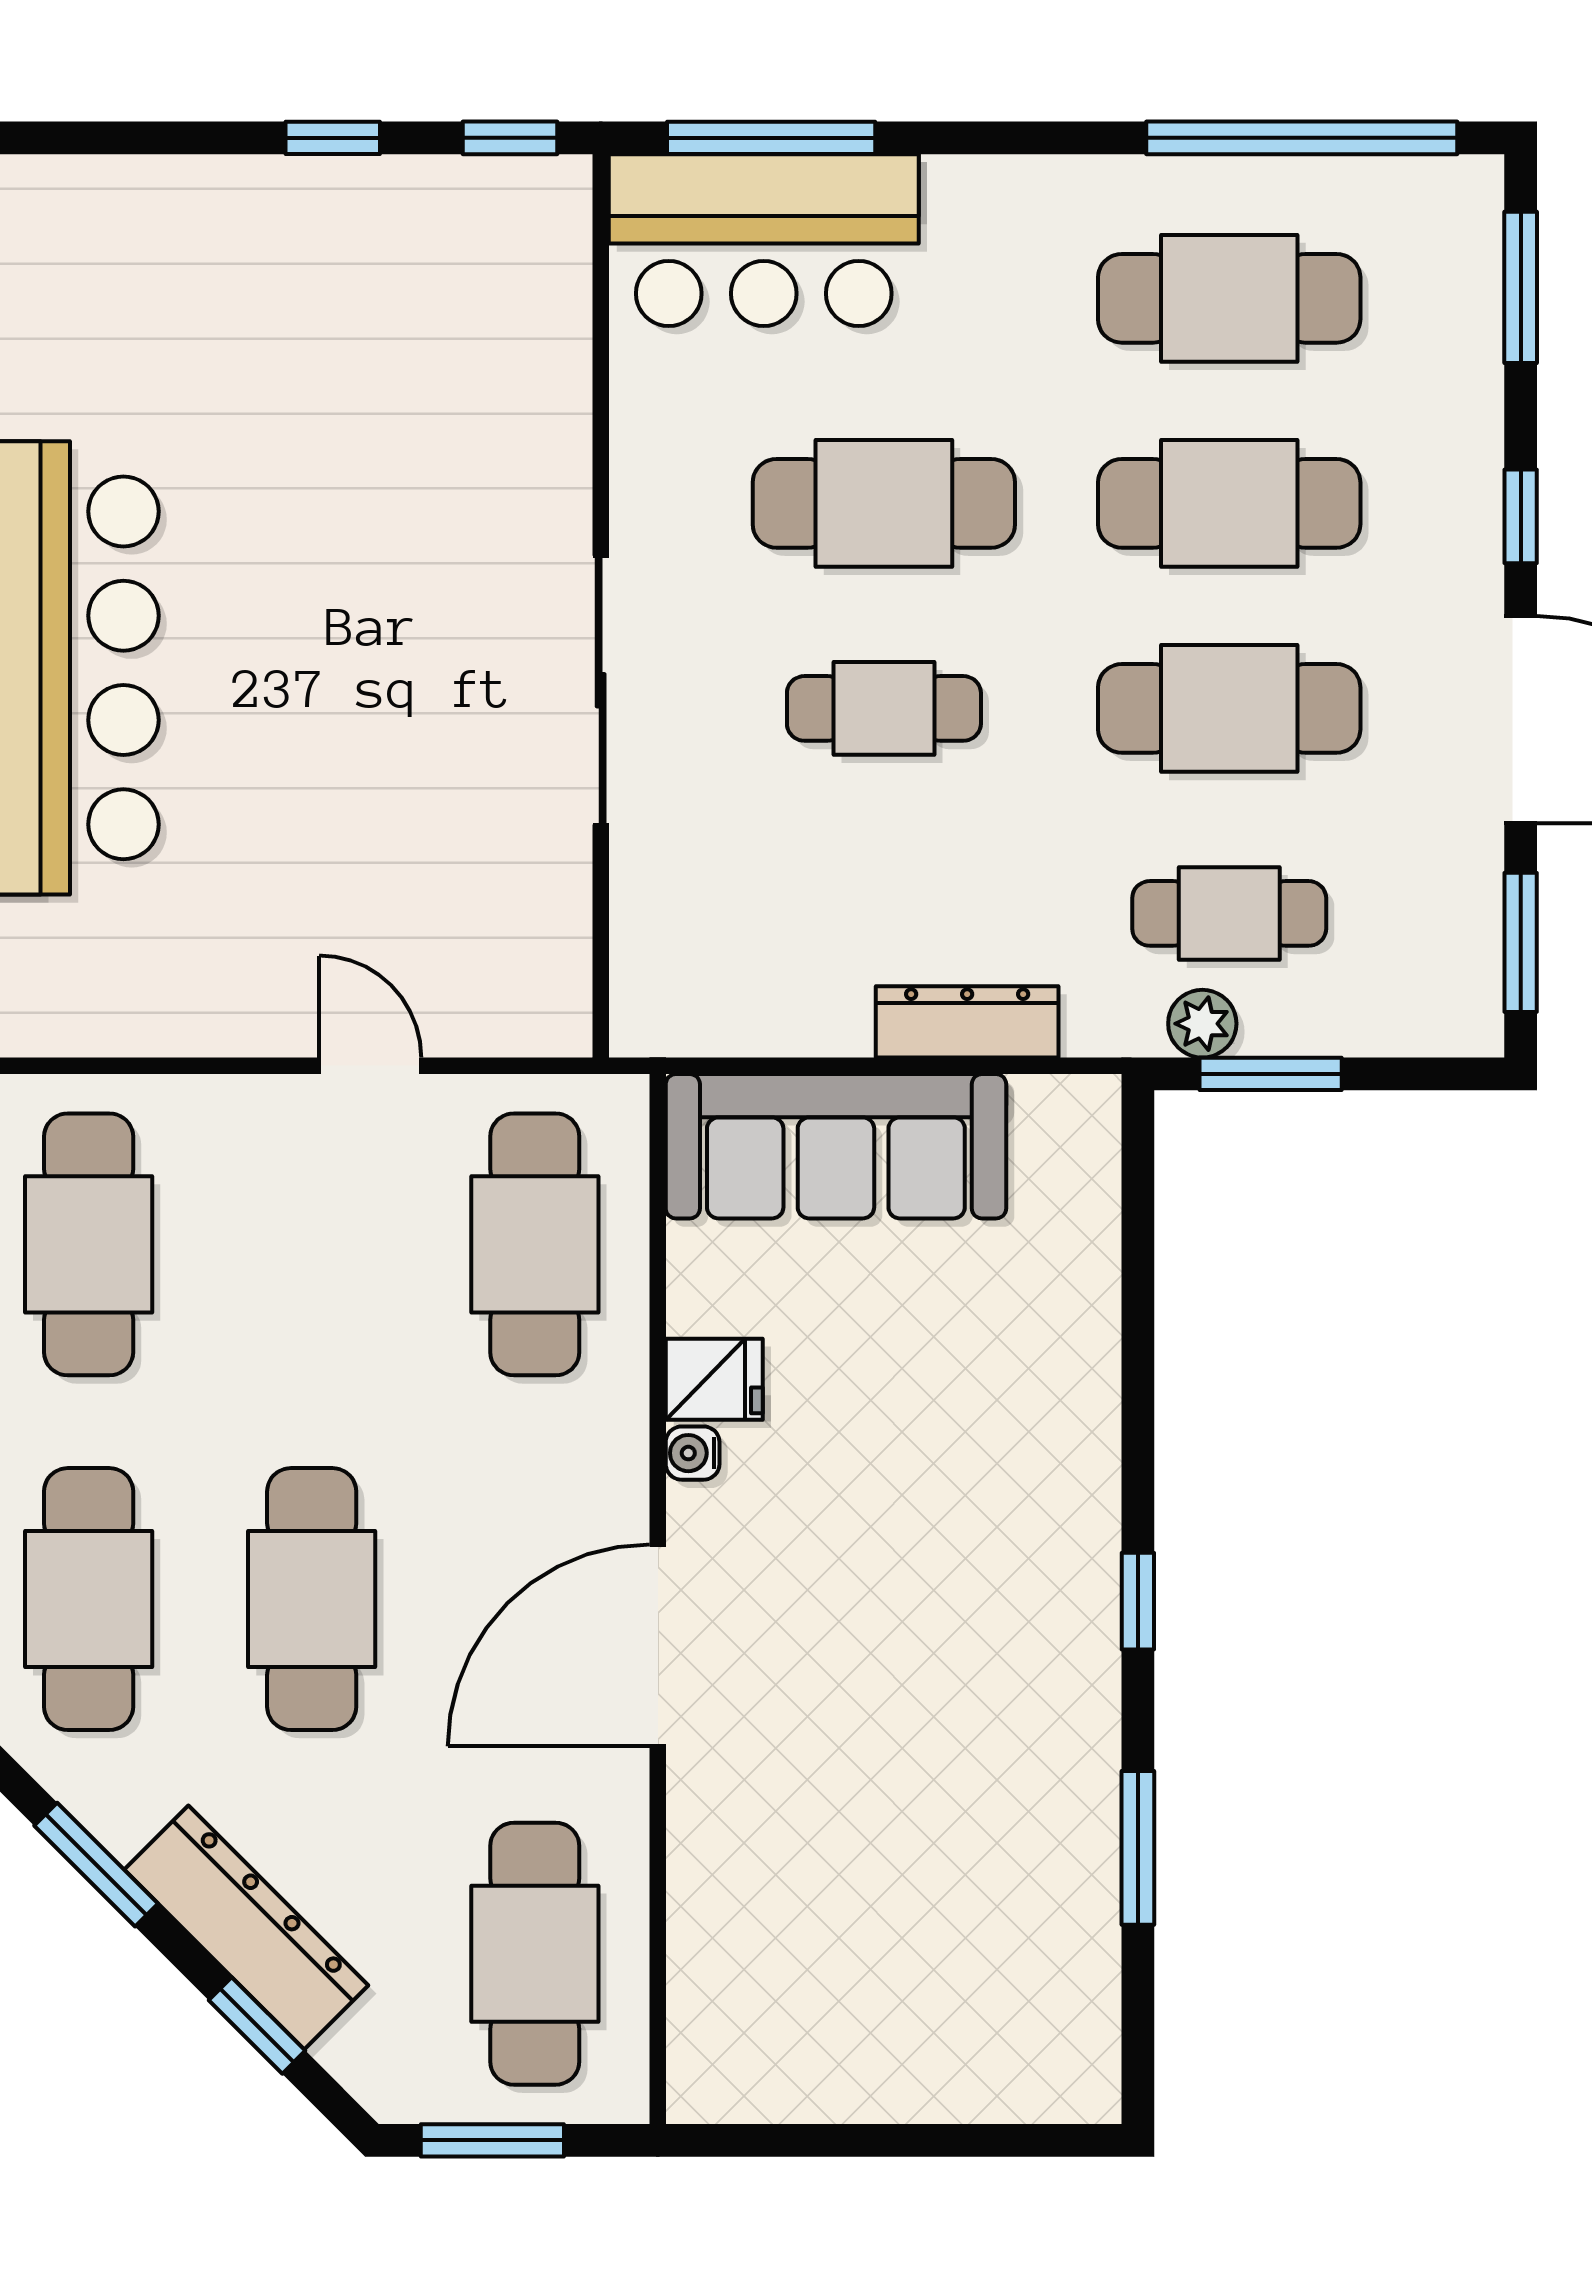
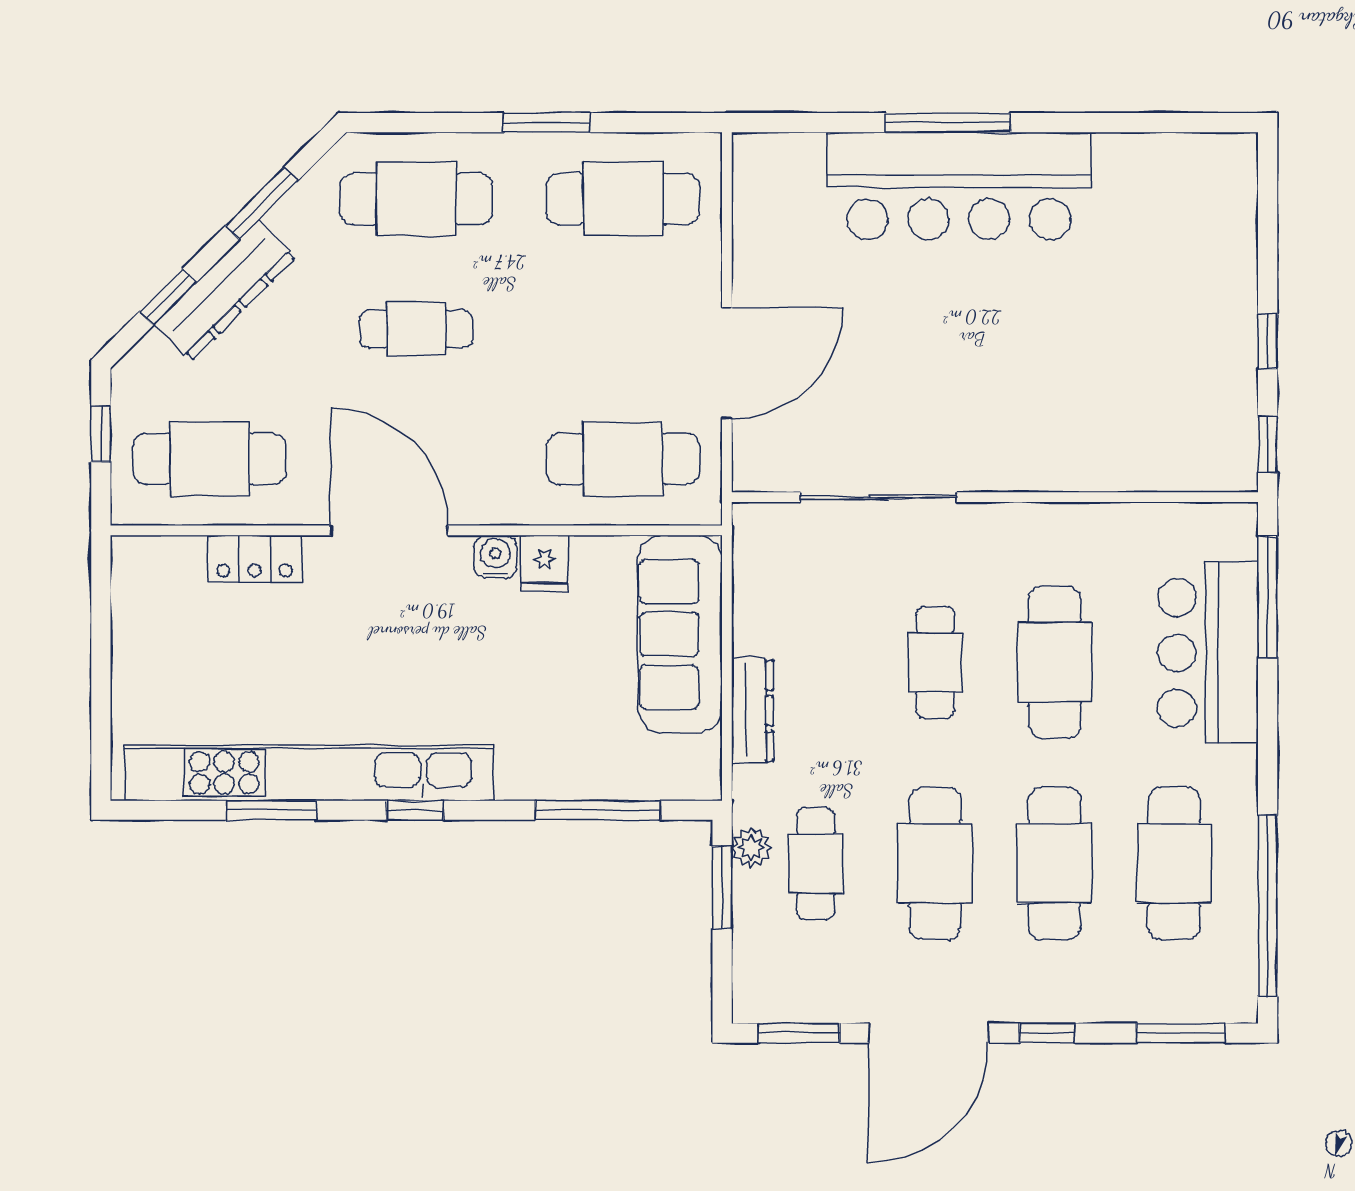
bar counter: (764, 240) -> (1208, 653), moved
sliding door: (601, 690) -> (878, 497), moved
door: (370, 1066) -> (727, 363), width x1.87
window: (1138, 1288) -> (597, 810), added
water cooler: (693, 1453) -> (495, 557), width x1.38, depth x1.38
cafe table: (312, 1599) -> (416, 329), width x0.73, depth x0.74
kitchen unit: (1074, 1783) -> (309, 773), added
locker: (706, 1877) -> (255, 559), added
window: (492, 2140) -> (101, 434), width x0.67

